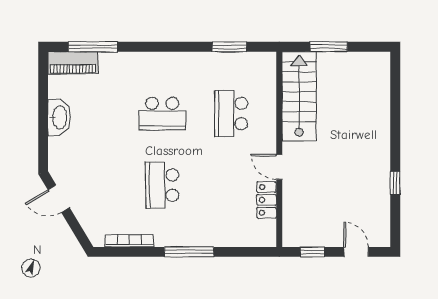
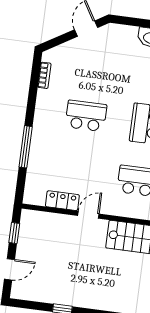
bookcase: (129, 241) -> (44, 75), width x0.64
window: (189, 252) -> (26, 147), moved

